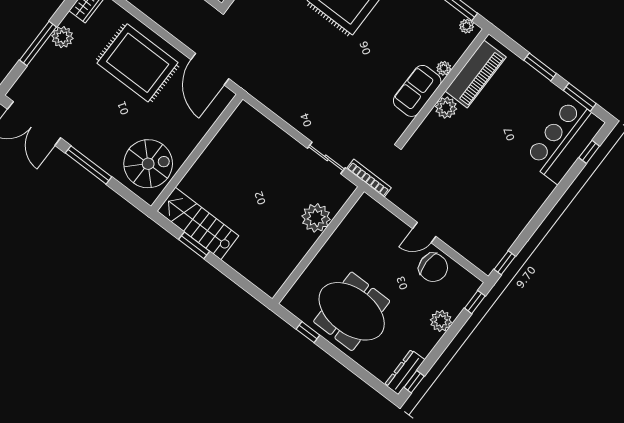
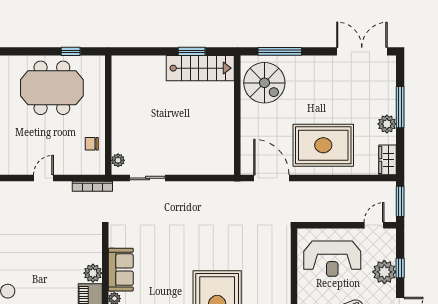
spiral stairs: (148, 164) -> (264, 83), turned -90
window: (88, 165) -> (280, 51), moved
bookcase: (369, 178) -> (92, 186), moved
plant: (316, 218) -> (118, 160), moved, width x0.53, depth x0.53
chair: (433, 267) -> (92, 144), moved, width x0.54, depth x0.54

